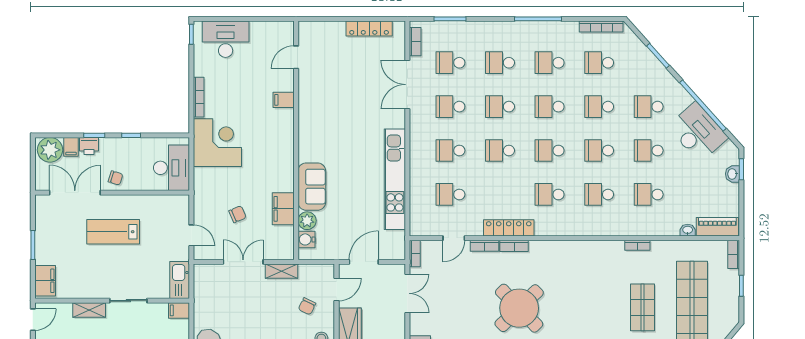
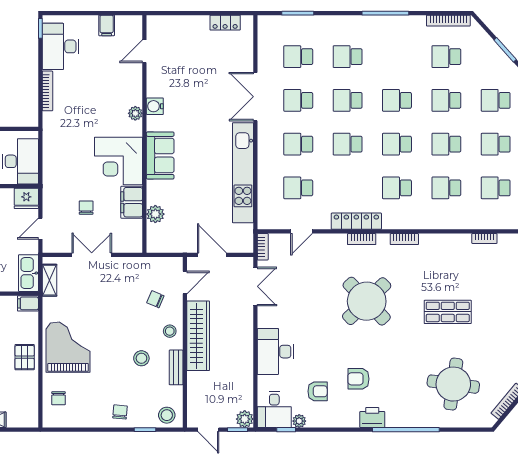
locker: (369, 29) -> (225, 23), width x0.66
desk: (226, 39) -> (61, 46), moved, turned -90
bookcase: (415, 42) -> (263, 36), removed
school desk: (550, 63) -> (397, 57), removed
double door: (407, 85) -> (255, 97), moved
filing cabinet: (284, 100) -> (107, 25), moved, turned -90
plant: (287, 120) -> (135, 113), added
corner desk: (217, 143) -> (119, 161), moved, turned 180
sofa: (312, 187) -> (160, 155), moved
fridge: (177, 205) -> (26, 198), added
chair: (237, 214) -> (86, 208), turned -67
door: (191, 235) -> (40, 229), swing flipped
water cooler: (306, 239) -> (155, 106), moved
bookcase: (484, 246) -> (404, 239), moved
door: (364, 262) -> (212, 255), hinge flipped
shelving: (281, 271) -> (50, 280), moved, turned 90
chair: (307, 306) -> (155, 299), turned 87
shop shelf: (643, 307) -> (448, 312), moved, turned 90

